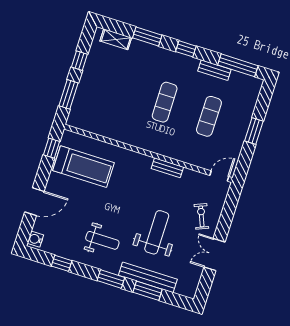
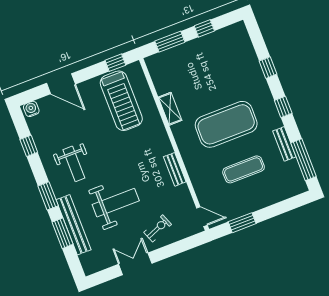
window: (147, 36) -> (268, 68), width x0.67
shelving: (116, 39) -> (170, 109), moved
exercise mat: (165, 102) -> (226, 124), width x2.00, depth x1.45
window: (254, 131) -> (242, 223), moved

